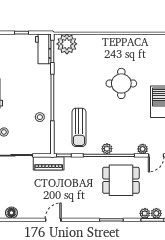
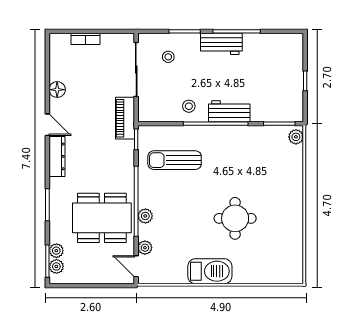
plant: (67, 44) -> (296, 137), width x0.53, depth x0.53
workbench: (43, 49) -> (229, 111), moved
plant: (107, 149) -> (145, 216), moved
dining table: (121, 180) -> (102, 218), width x1.38
floor lamp: (11, 213) -> (57, 90), moved
dresser: (76, 213) -> (57, 156), added

